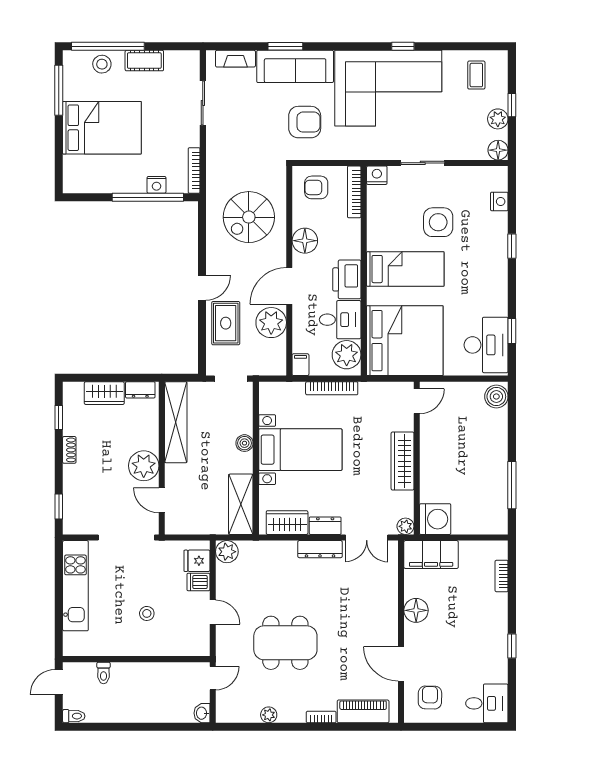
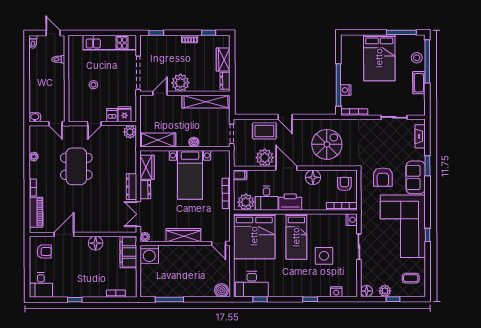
sofa: (295, 66) -> (416, 177), width x0.73
spiral stairs: (249, 217) -> (327, 144), turned 90

